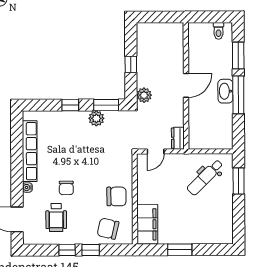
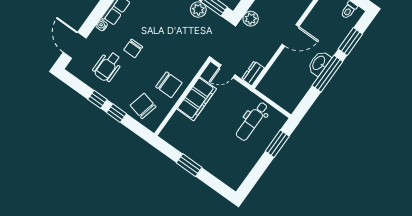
dental chair: (205, 177) -> (252, 121), turned -45
filing cabinet: (147, 224) -> (197, 99), moved

